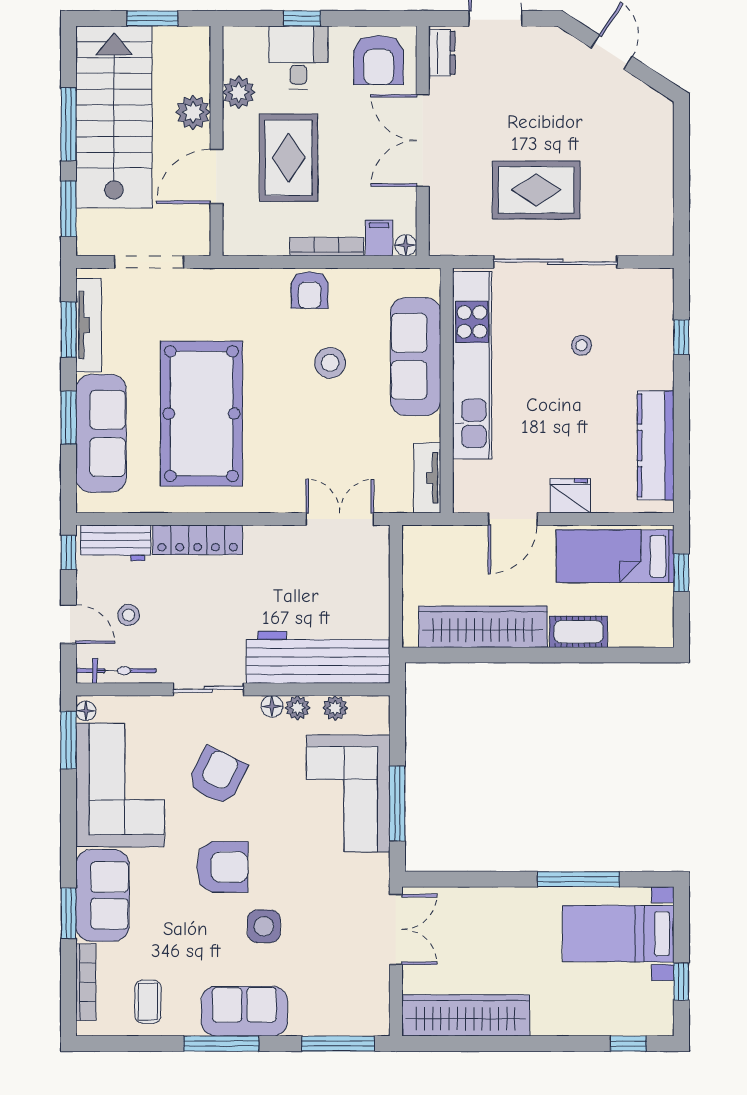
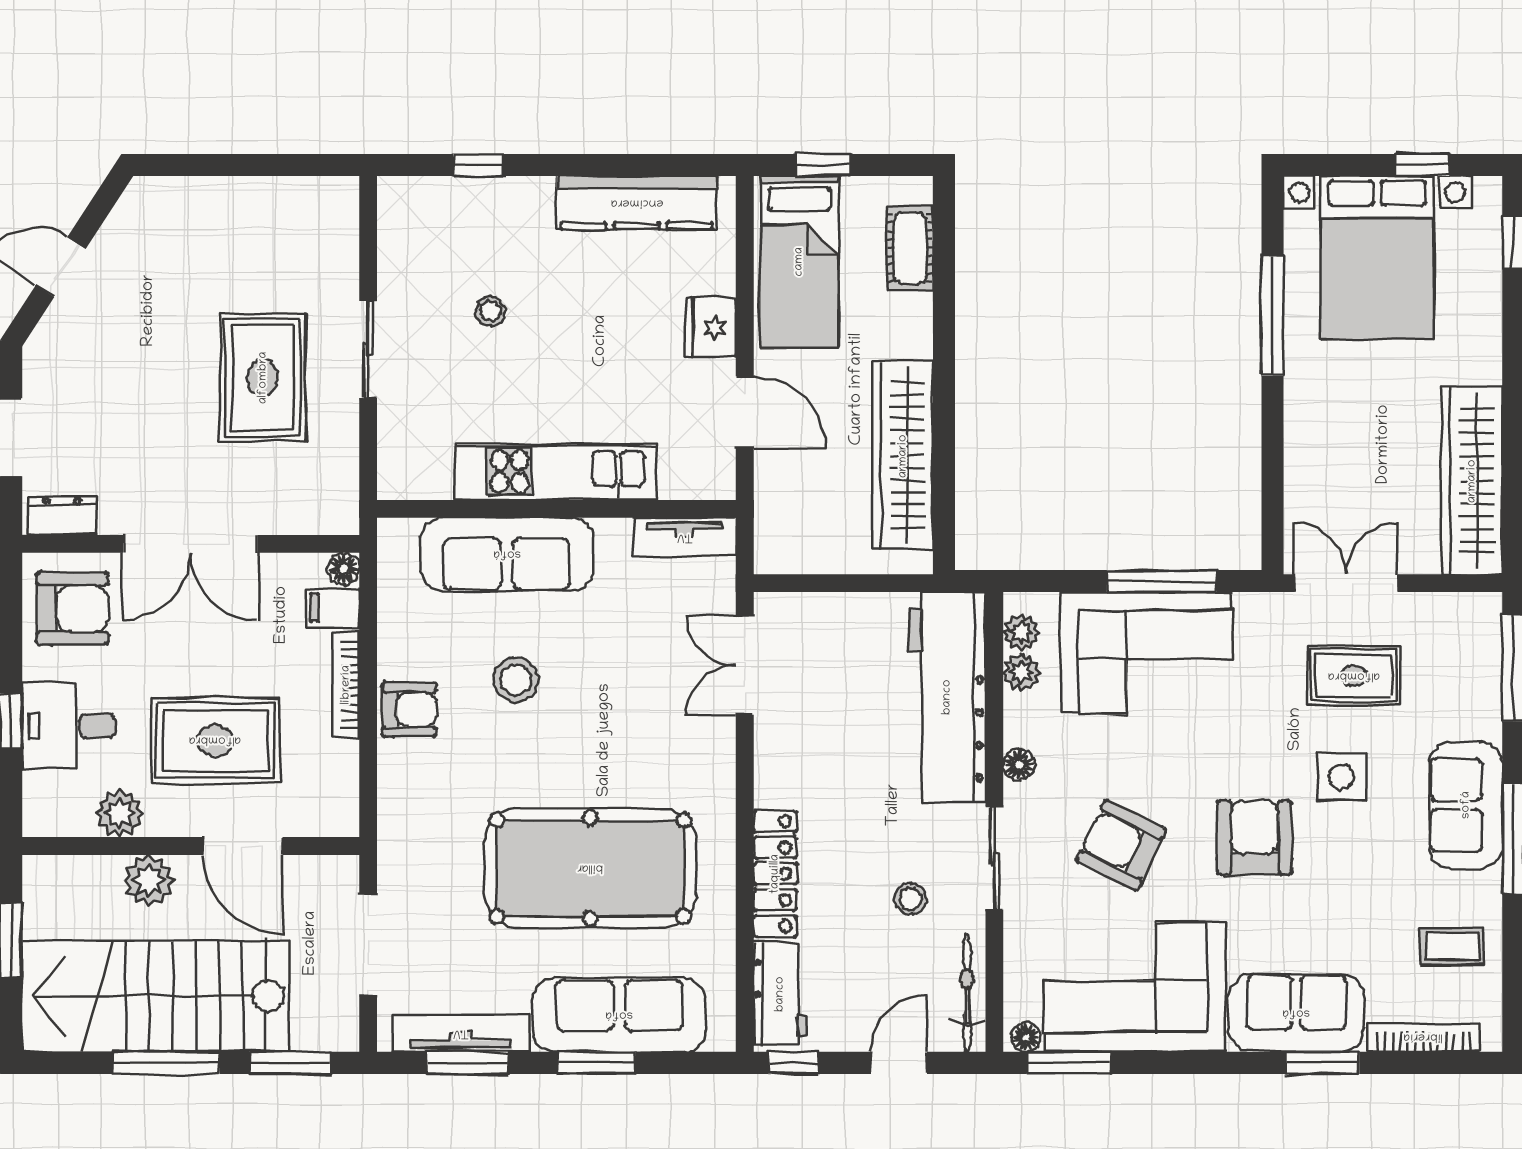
sliding door: (555, 262) -> (368, 350), width x0.54
kitchen unit: (472, 365) -> (556, 472), width x0.73
stool: (129, 615) -> (911, 899), moved
cot: (578, 632) -> (910, 248), moved
plant: (298, 708) -> (1021, 632), moved
bed with nightstands: (618, 934) -> (1377, 257), width x1.36
rug: (333, 935) -> (1354, 676), added

